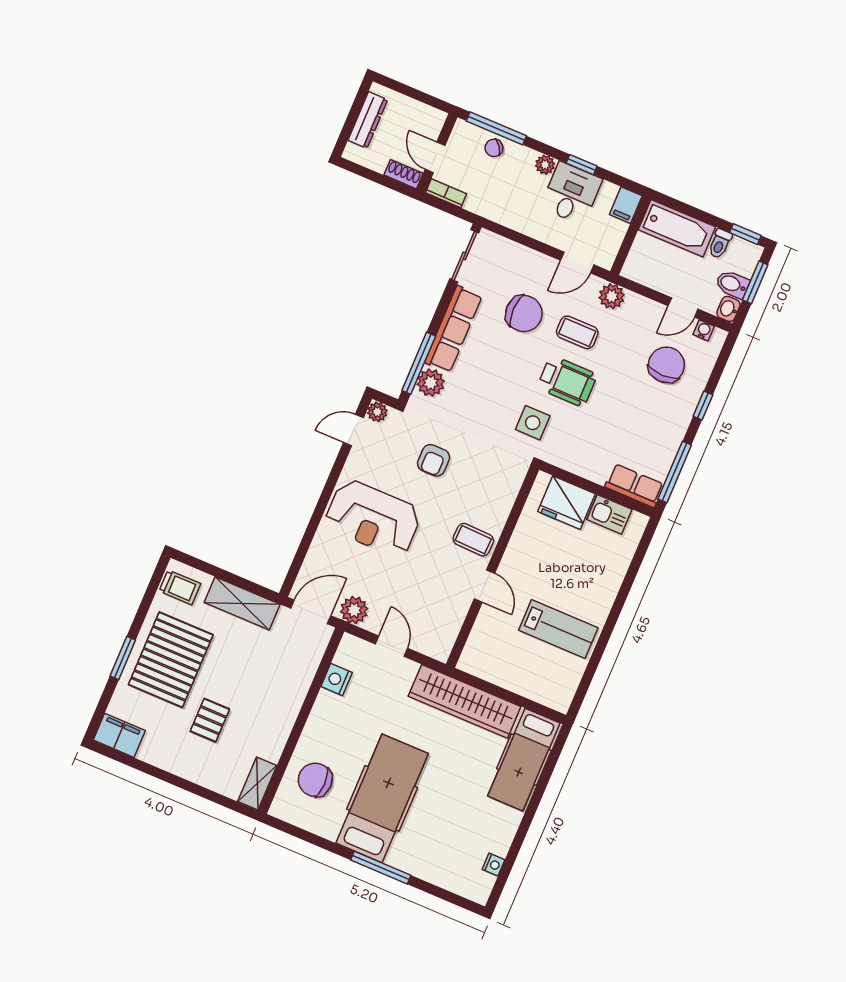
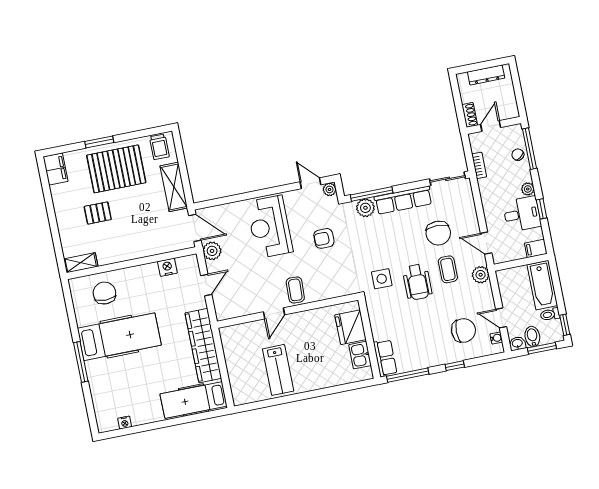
bookcase: (446, 193) -> (479, 165), moved

